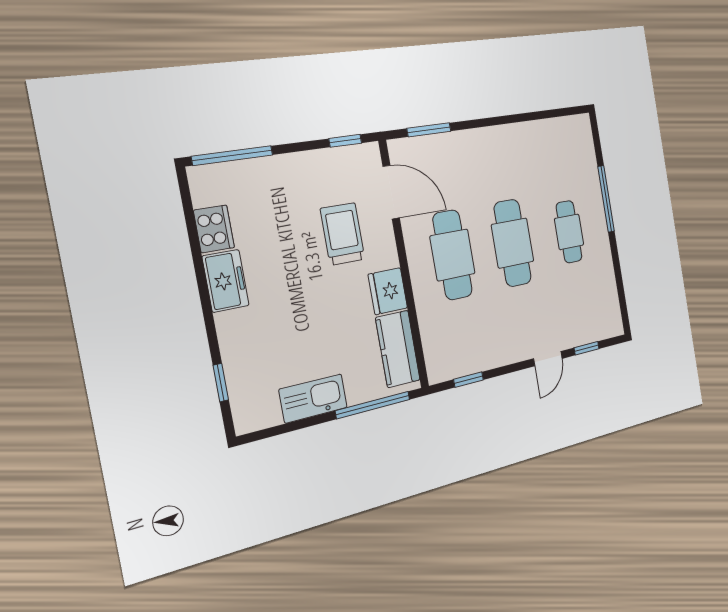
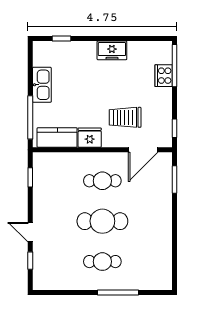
cooker: (214, 229) -> (164, 76), moved, turned 90
trolley: (343, 234) -> (125, 117), turned 180
cafe table: (452, 255) -> (102, 181), width x0.73, depth x0.74

